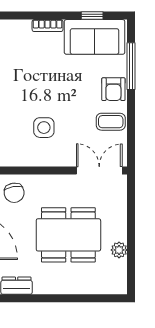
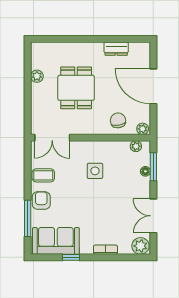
window: (92, 16) -> (71, 257), moved
bookcase: (48, 26) -> (105, 250), moved
dining table: (68, 235) -> (76, 88), width x0.73

